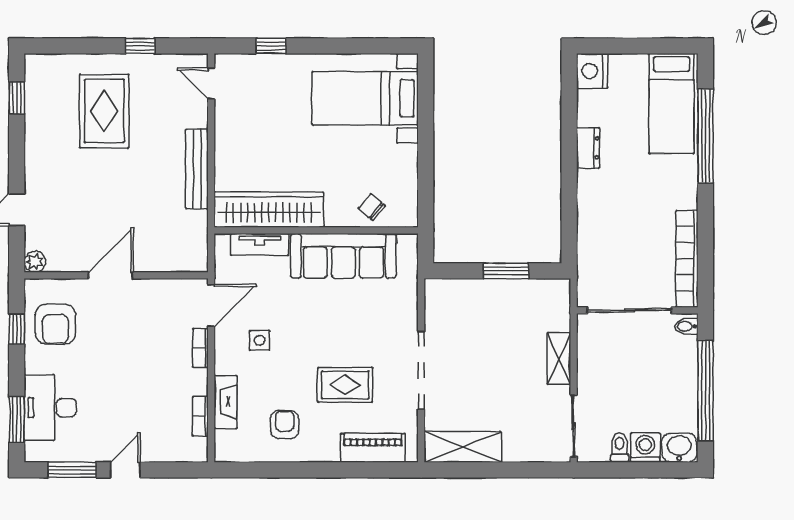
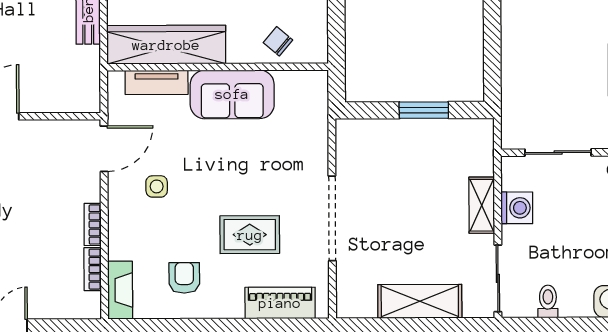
sofa: (343, 256) -> (232, 94), width x0.73
sliding door: (629, 310) -> (558, 153), width x0.73
bookcase: (200, 348) -> (93, 224), moved
fireplace: (226, 402) -> (120, 290), moved
shelving: (463, 447) -> (420, 301), moved
washing machine: (645, 448) -> (517, 208), moved, turned 90

